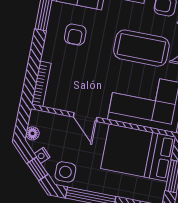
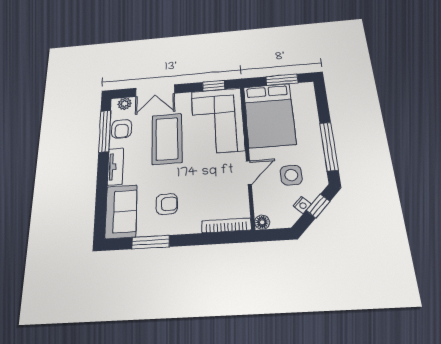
floor lamp: (32, 133) -> (262, 222), moved
side table: (65, 172) -> (291, 175), moved

